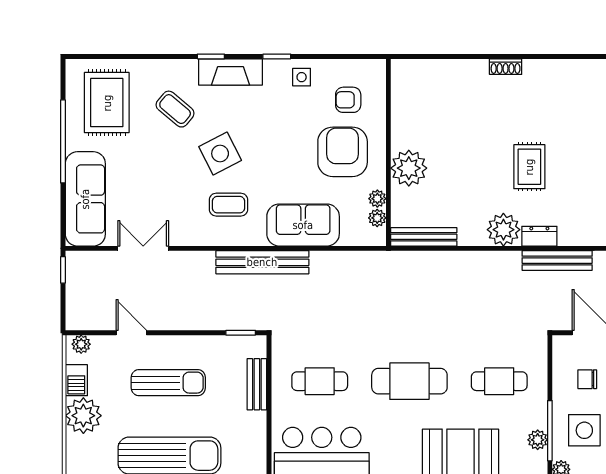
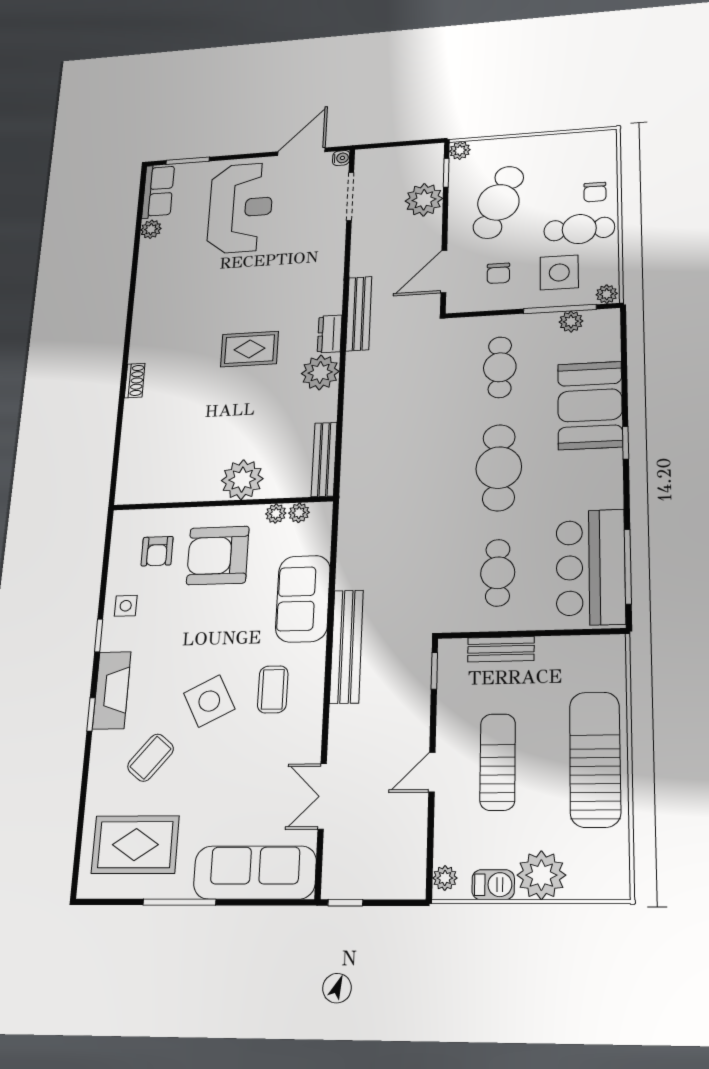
window: (63, 141) -> (179, 902), width x0.68
door: (131, 333) -> (432, 772), moved

